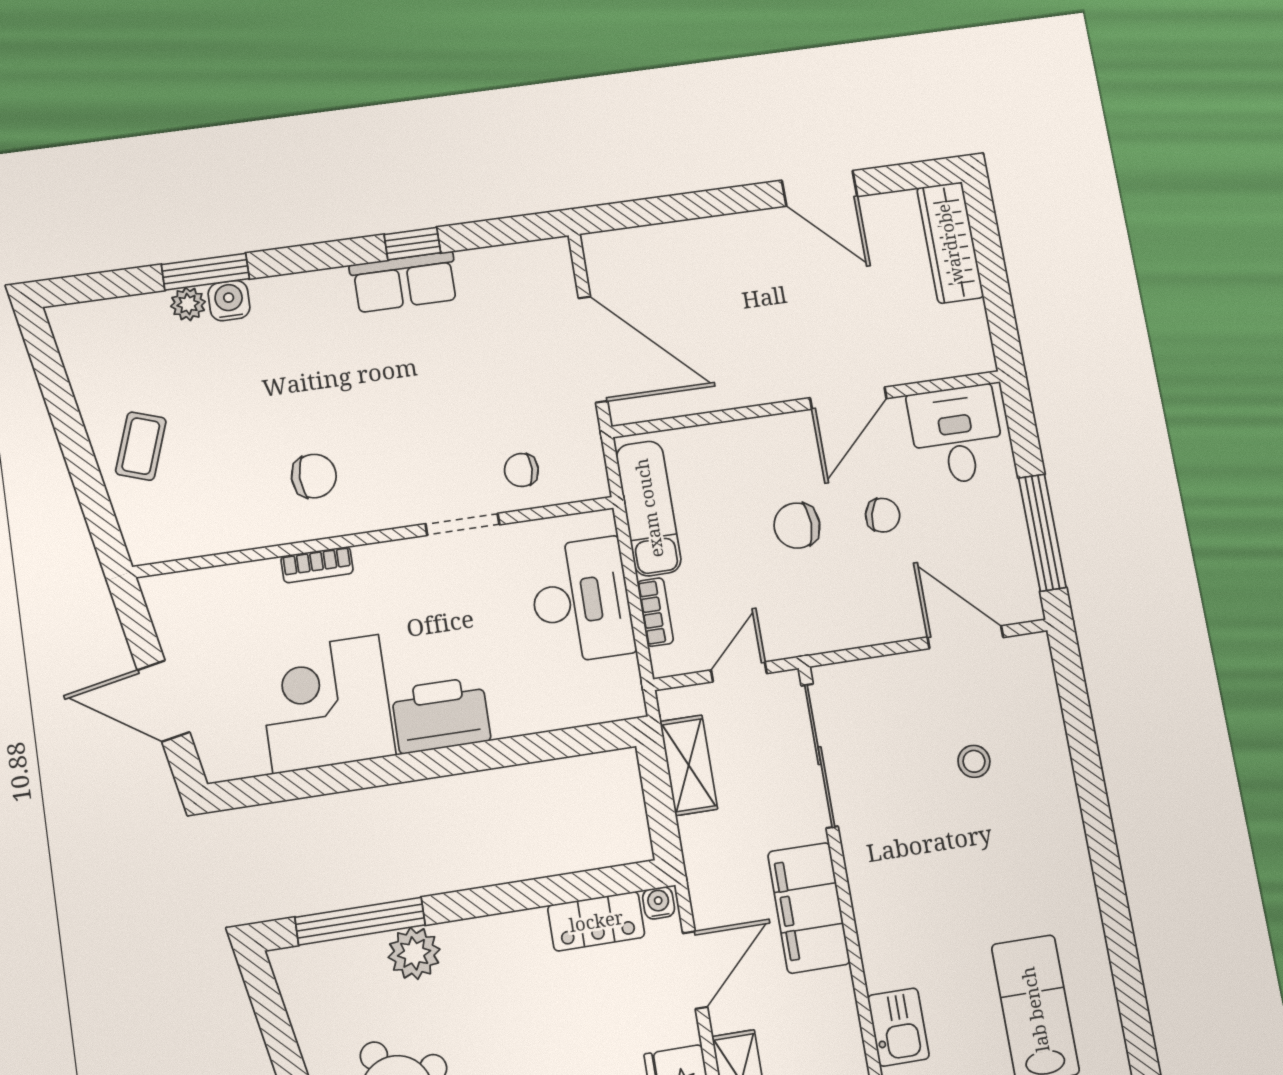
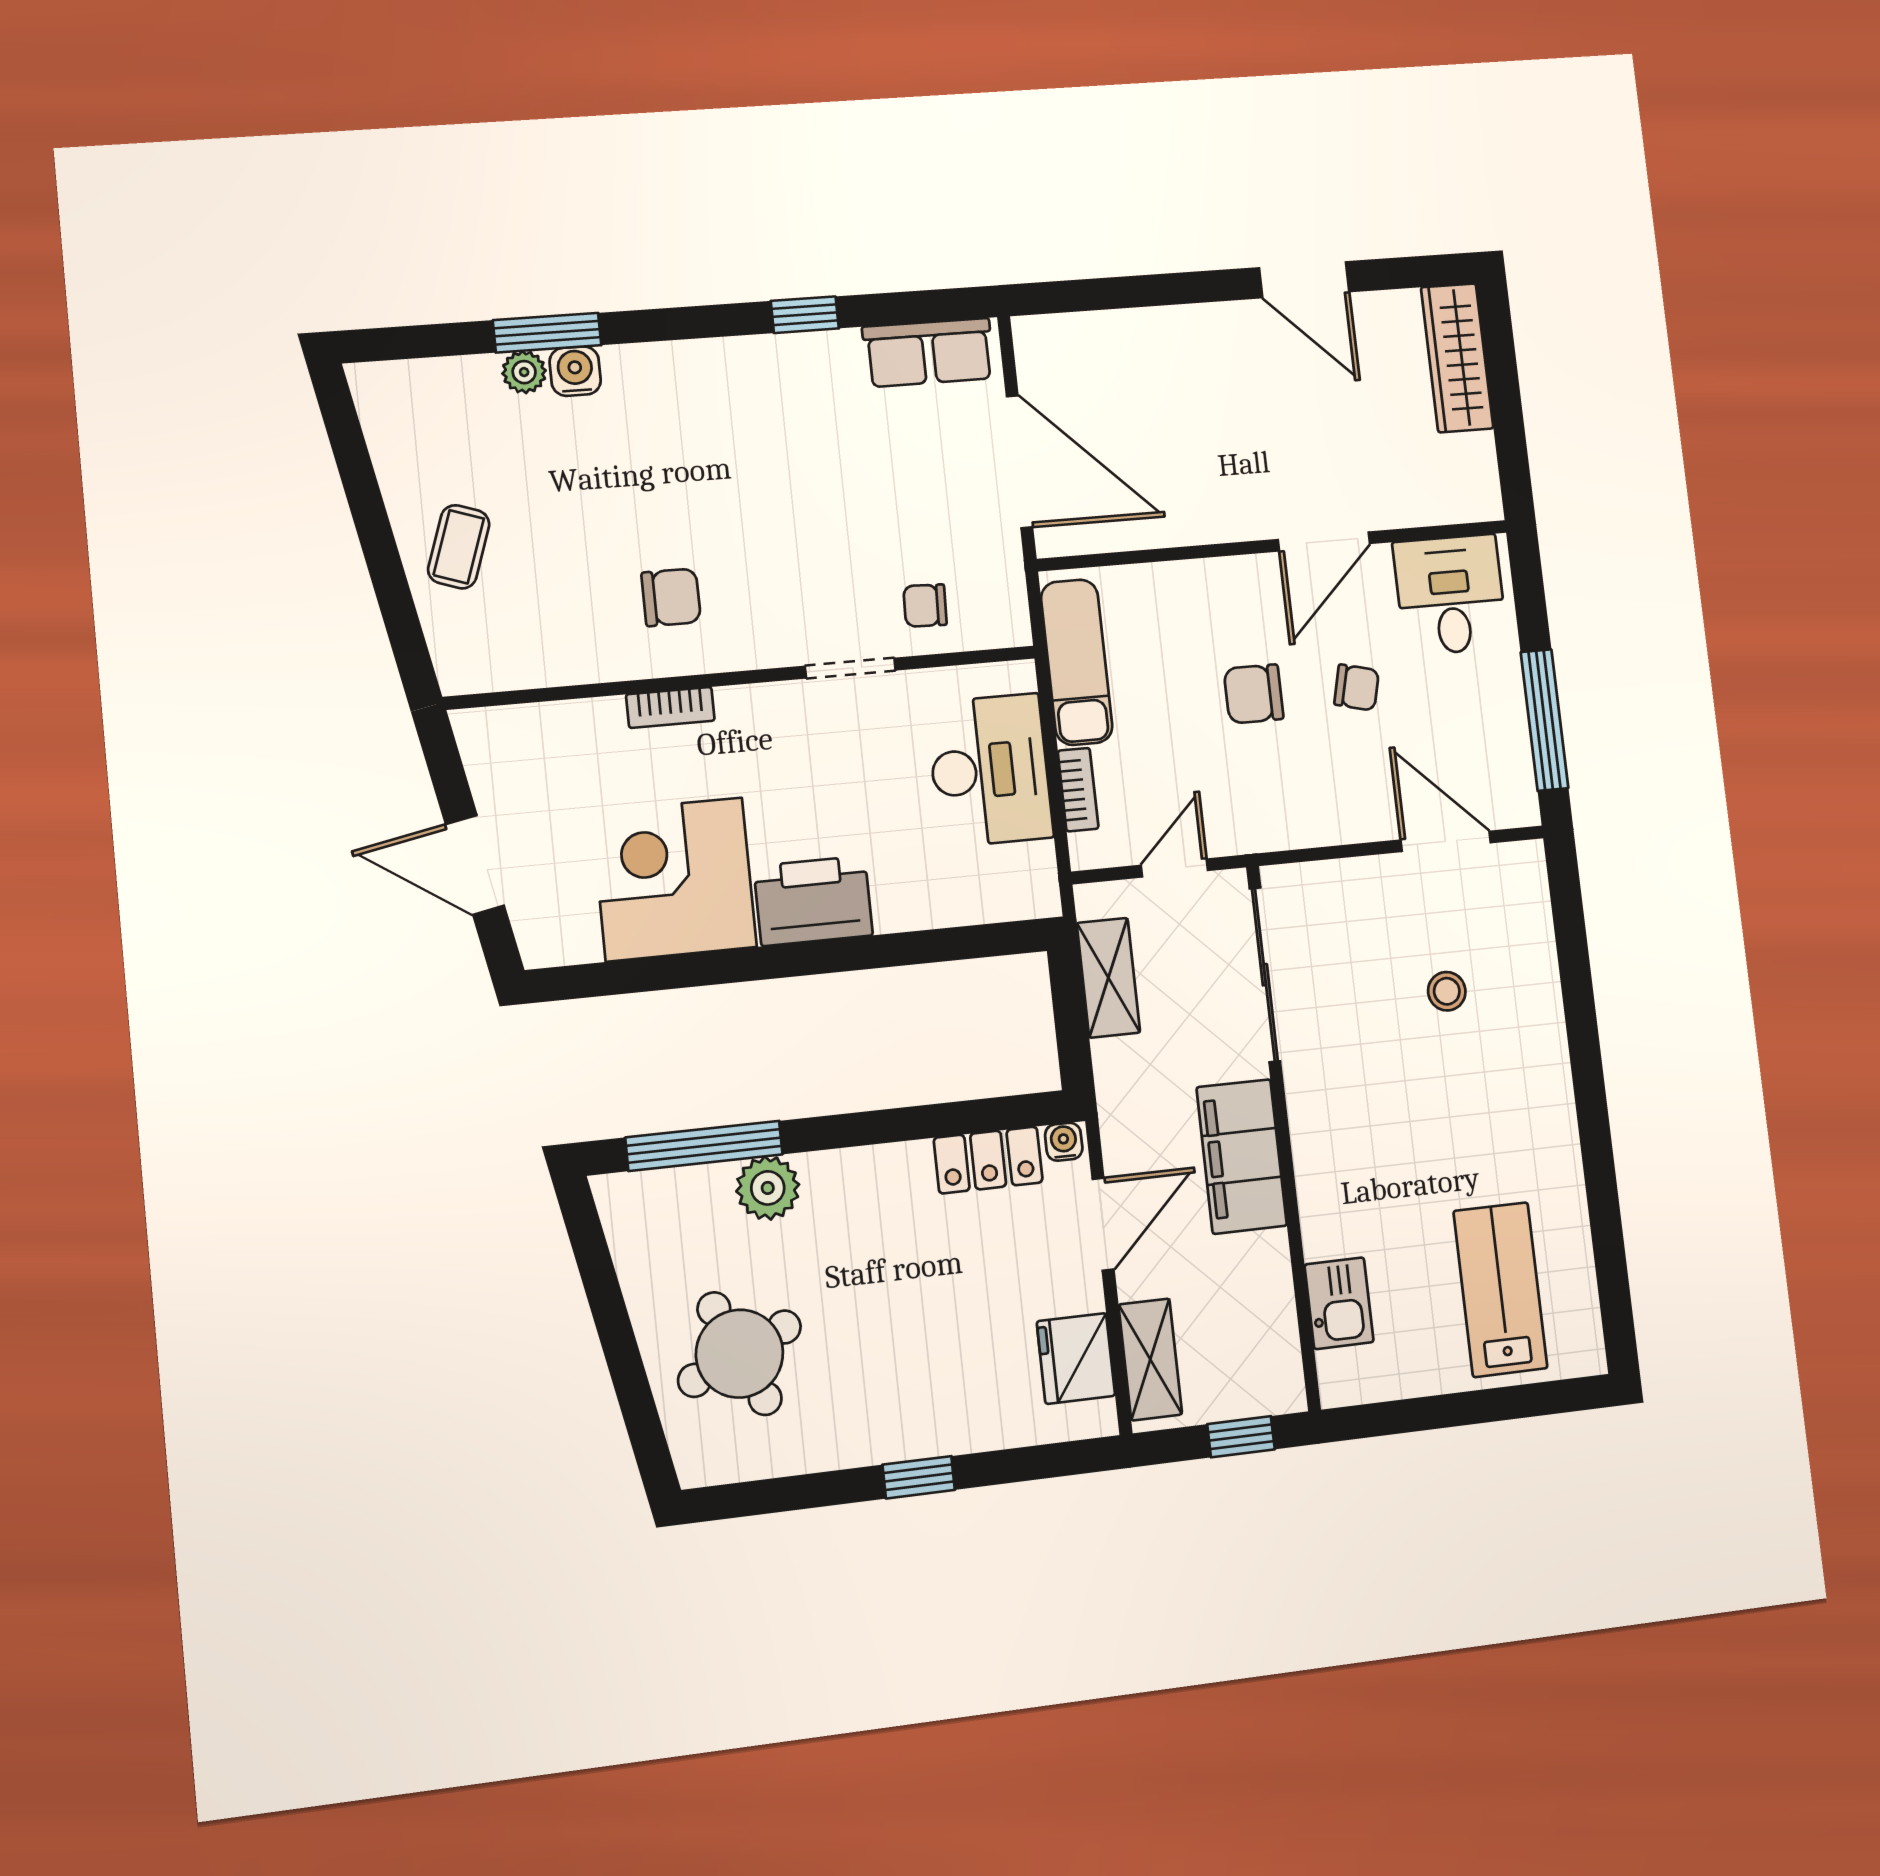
row of seats: (404, 282) -> (929, 352), moved

